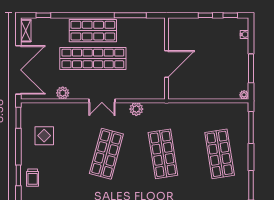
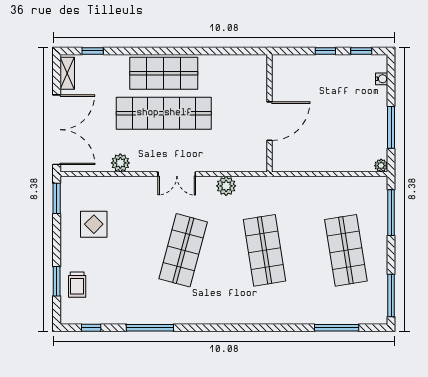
window: (130, 15) -> (218, 51), removed

